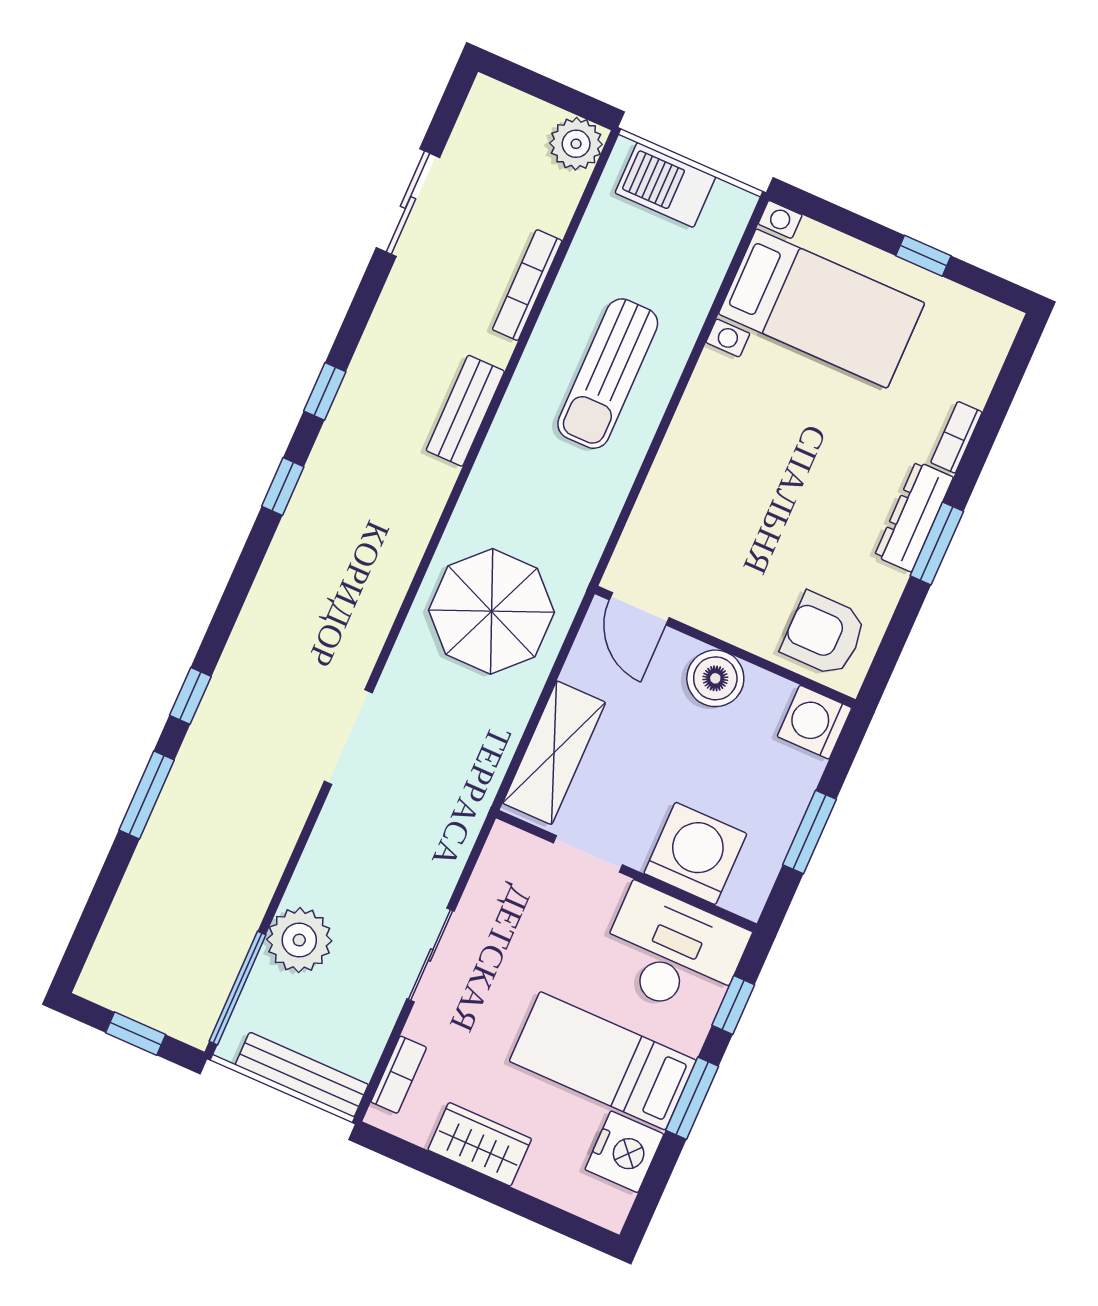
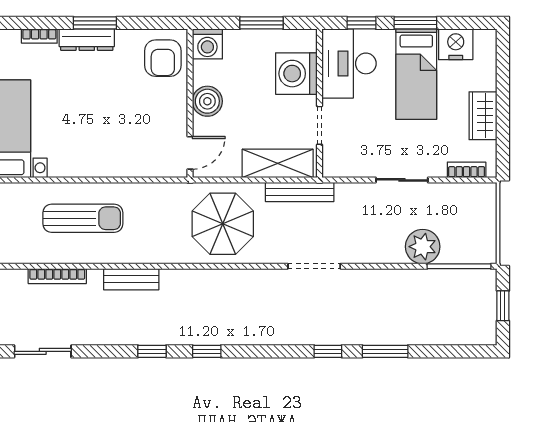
bench: (302, 1075) -> (300, 192), moved, turned 90

